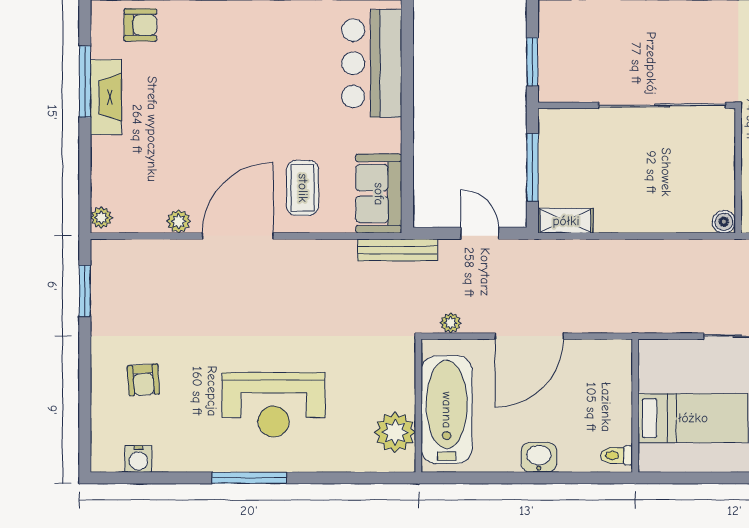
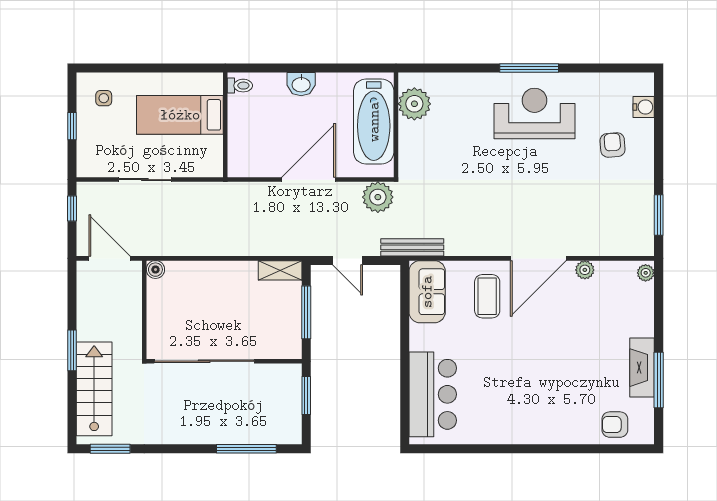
plant: (451, 323) -> (378, 197), width x1.88, depth x1.88
reception desk: (274, 405) -> (534, 114), moved
water cooler: (138, 459) -> (644, 107), moved, turned 90

